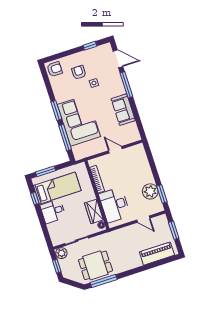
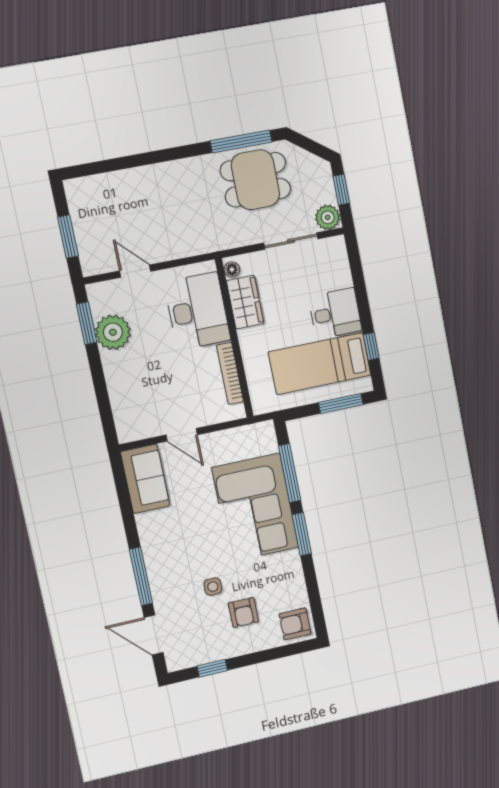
sofa: (123, 110) -> (145, 479), moved
piano: (157, 254) -> (112, 188), removed

